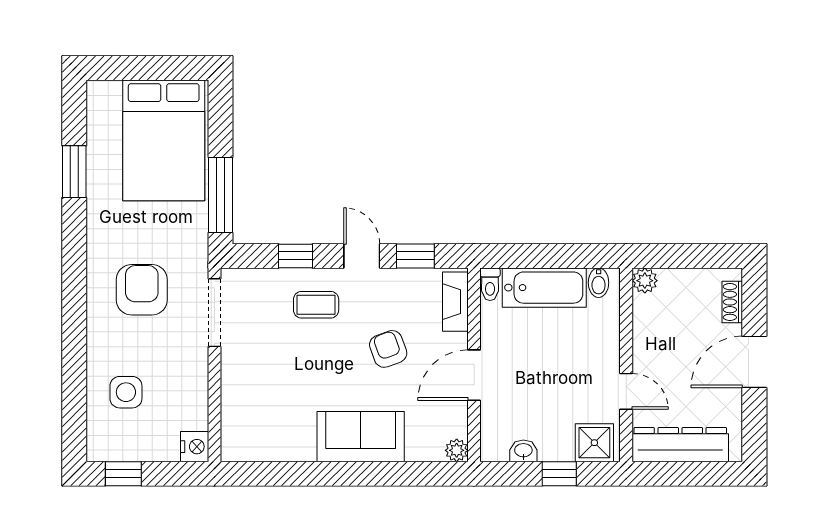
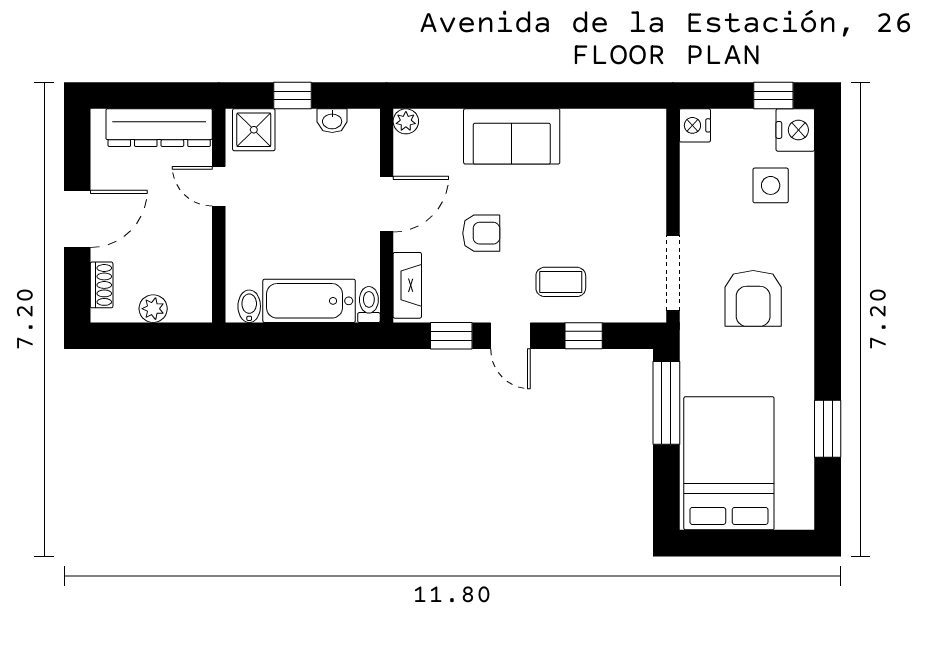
plant: (645, 281) -> (153, 309), moved
armchair: (388, 349) -> (481, 233), turned -70
nightstand: (104, 442) -> (795, 130), added

